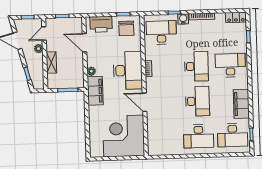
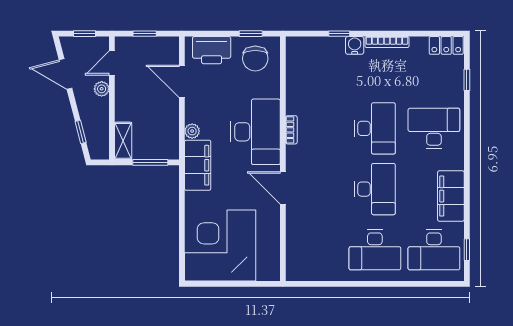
desk: (161, 32) -> (316, 68), removed
shelving: (51, 63) -> (123, 141), moved
corner desk: (124, 136) -> (220, 245), moved

